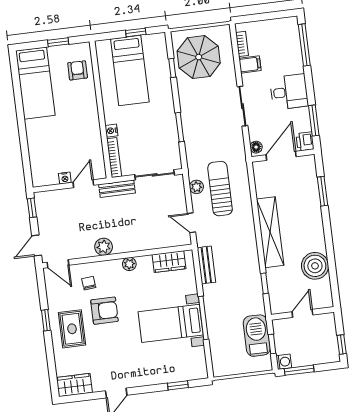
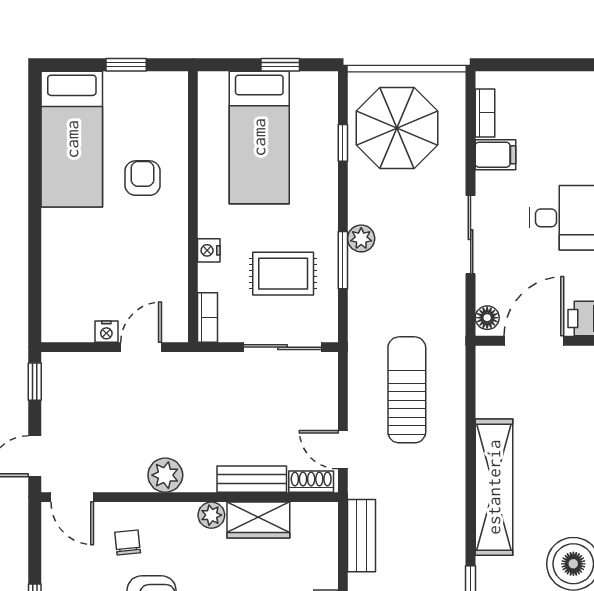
armchair: (78, 70) -> (142, 178), moved
rug: (150, 138) -> (283, 274), added
bookcase: (114, 158) -> (208, 318), width x0.64
plant: (196, 187) -> (361, 238), moved
bench: (117, 189) -> (252, 479), moved
shoe rack: (178, 241) -> (311, 482), added
wardrobe: (169, 262) -> (258, 520), moved

